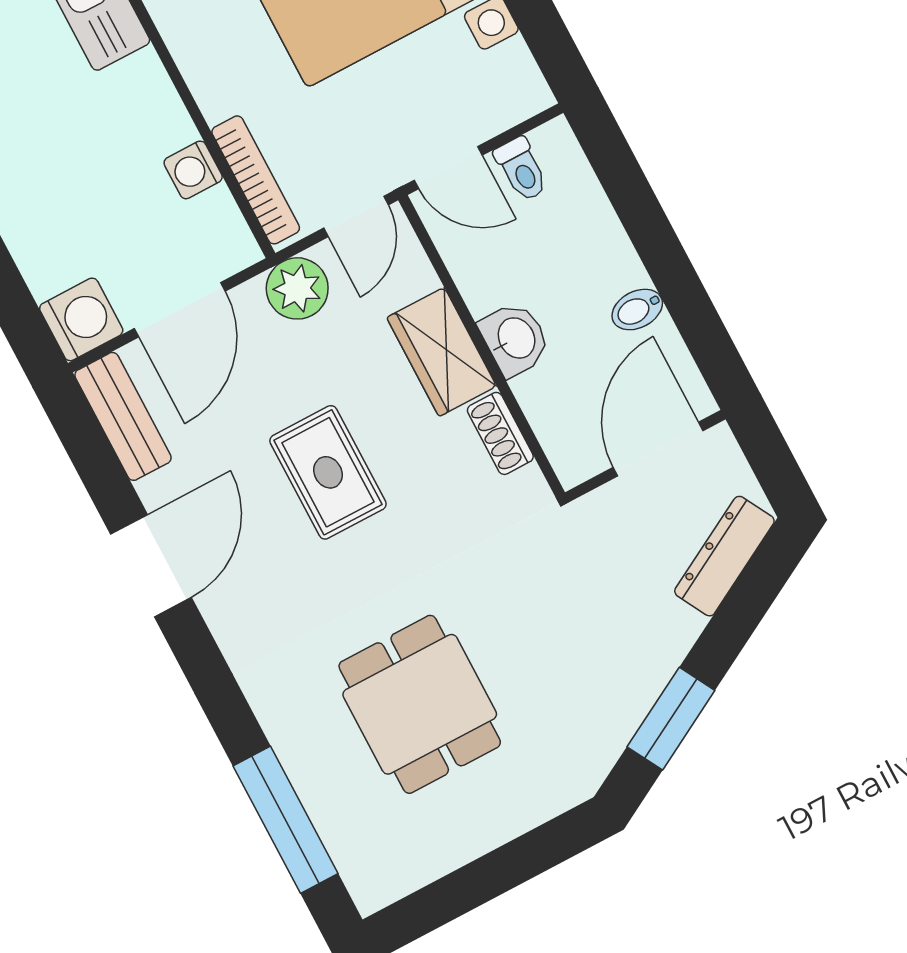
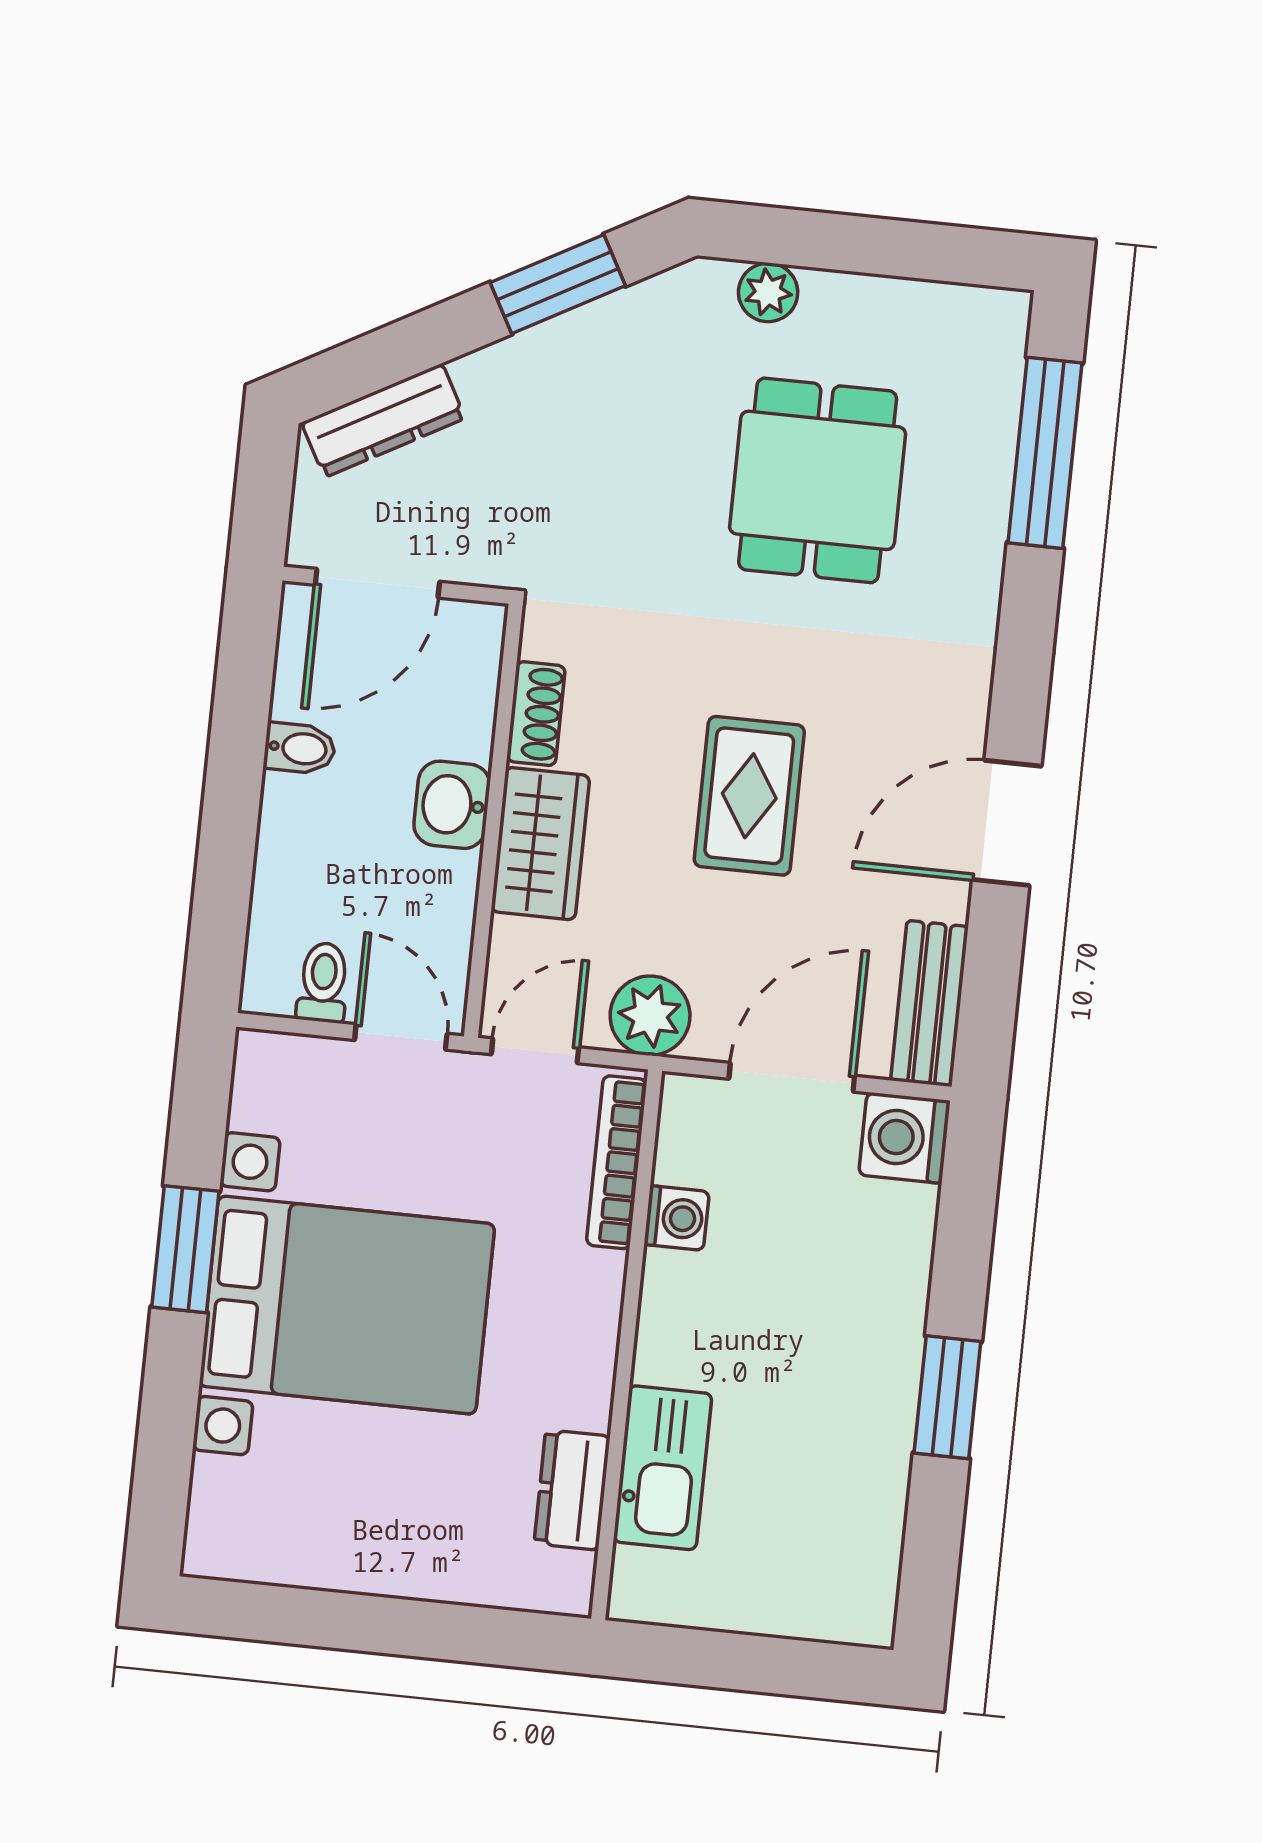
plant: (532, 804) -> (768, 292), added

